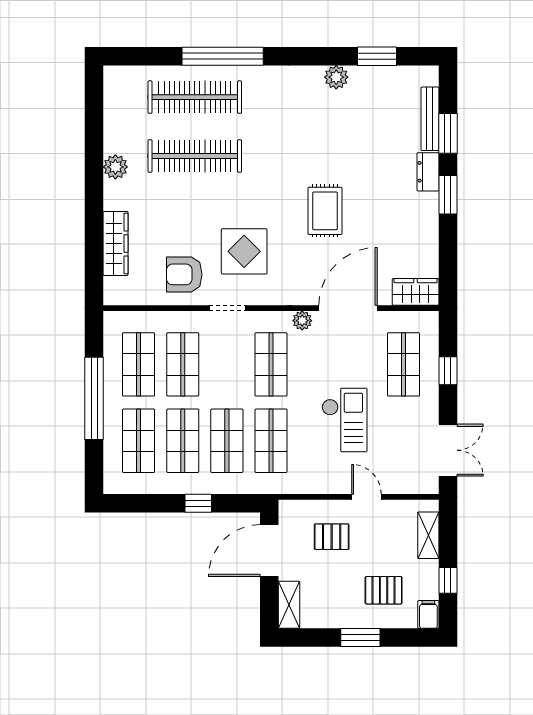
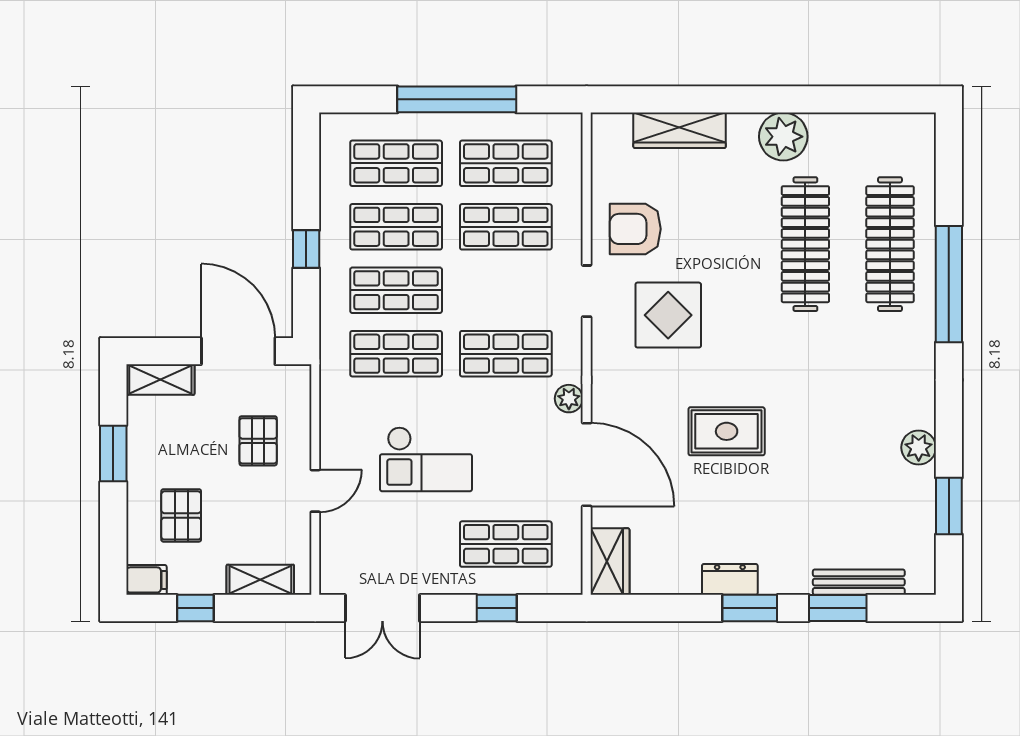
plant: (115, 167) -> (783, 137), width x1.36, depth x1.36
dresser: (428, 172) -> (730, 579), moved
armchair: (184, 274) -> (635, 229), turned -90
window: (360, 637) -> (113, 453), moved

